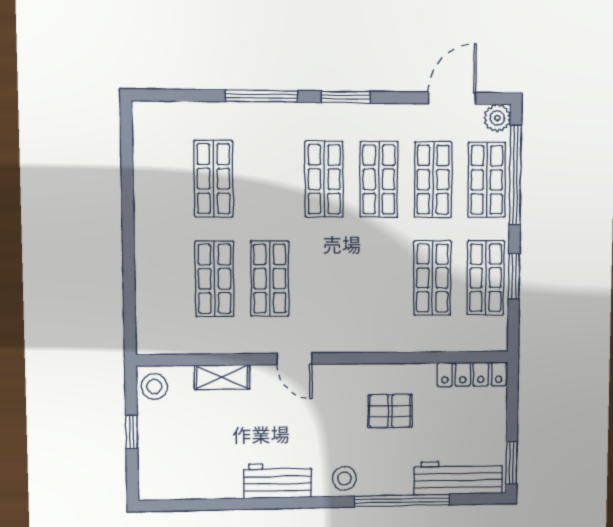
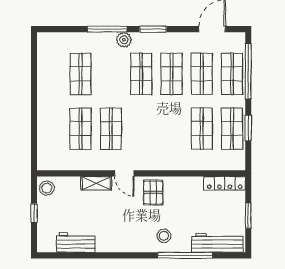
plant: (497, 118) -> (124, 40), moved
shelving: (222, 377) -> (96, 183), moved
pallet: (390, 411) -> (153, 192), moved, turned 90
window: (512, 463) -> (248, 216), moved
stool: (344, 478) -> (164, 236), moved
workbench: (278, 481) -> (76, 242), moved

